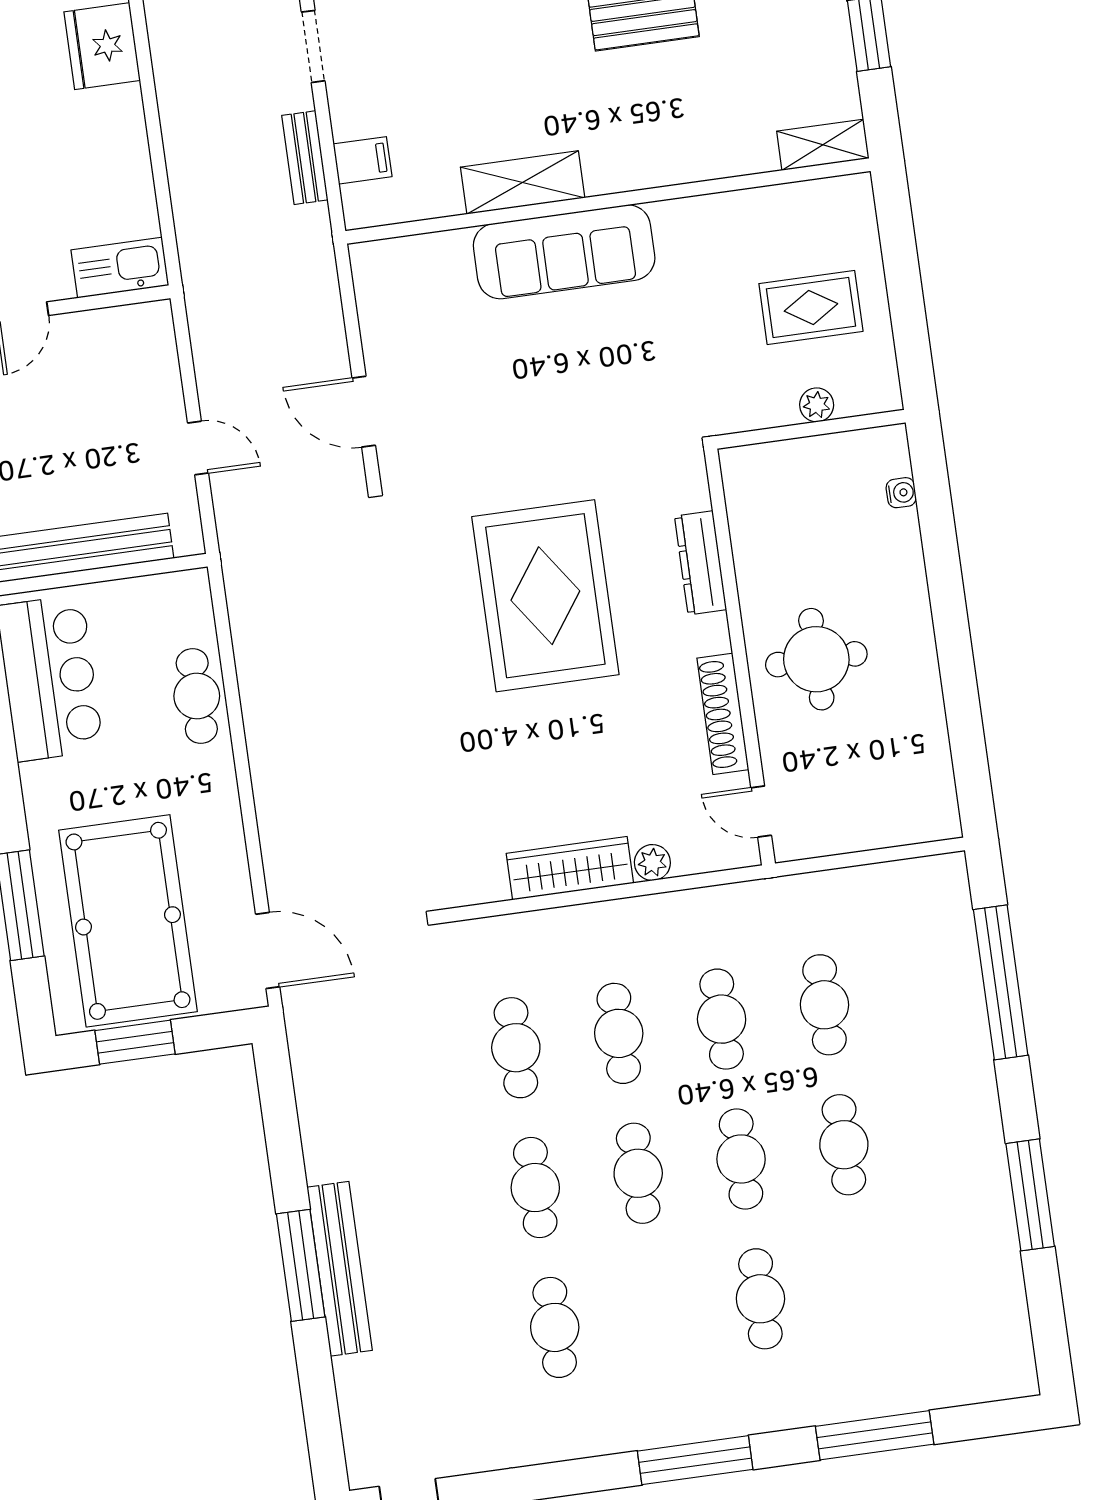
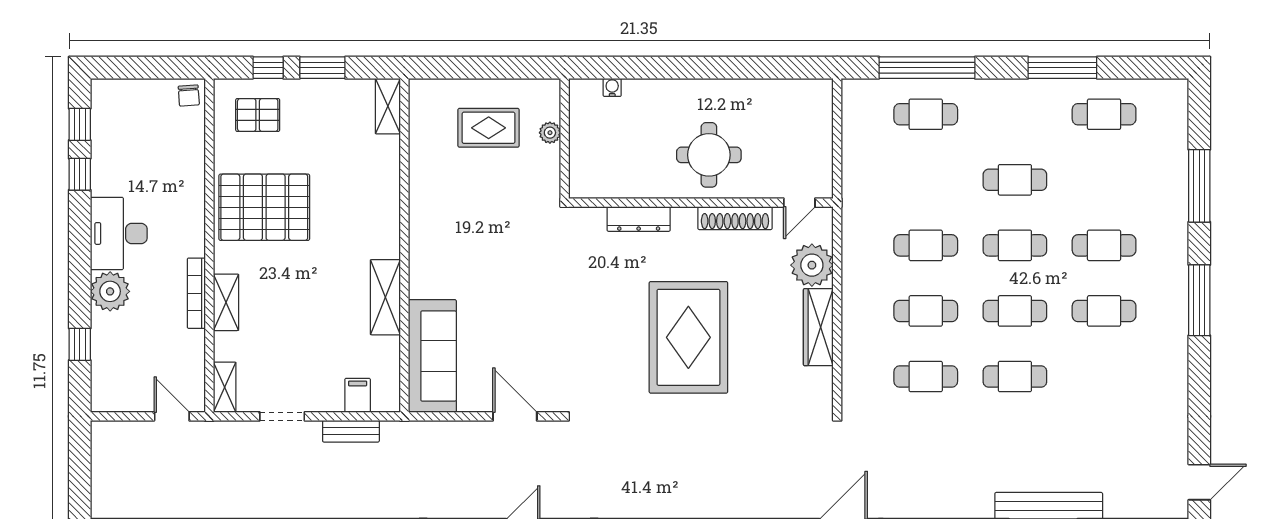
sofa: (564, 252) -> (432, 356), moved
rug: (811, 307) -> (489, 128), turned 90
door: (364, 412) -> (515, 416), swing flipped
rug: (545, 596) -> (688, 337), moved, turned 90
plant: (652, 863) -> (812, 265), width x1.88, depth x1.88
cafe table: (824, 1005) -> (926, 114), moved
cafe table: (966, 1270) -> (1104, 114), added
cafe table: (555, 1327) -> (1104, 311), moved

